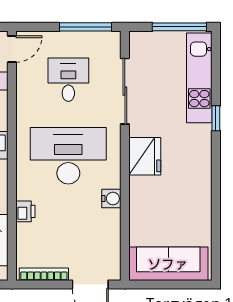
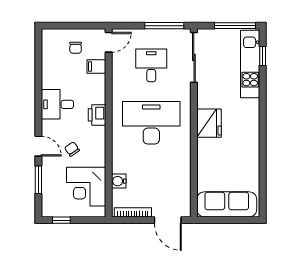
sliding door: (125, 91) -> (194, 57), moved
window: (216, 118) -> (263, 56), moved
water cooler: (111, 198) -> (119, 181), moved, turned 180
printer: (25, 211) -> (119, 165), removed

